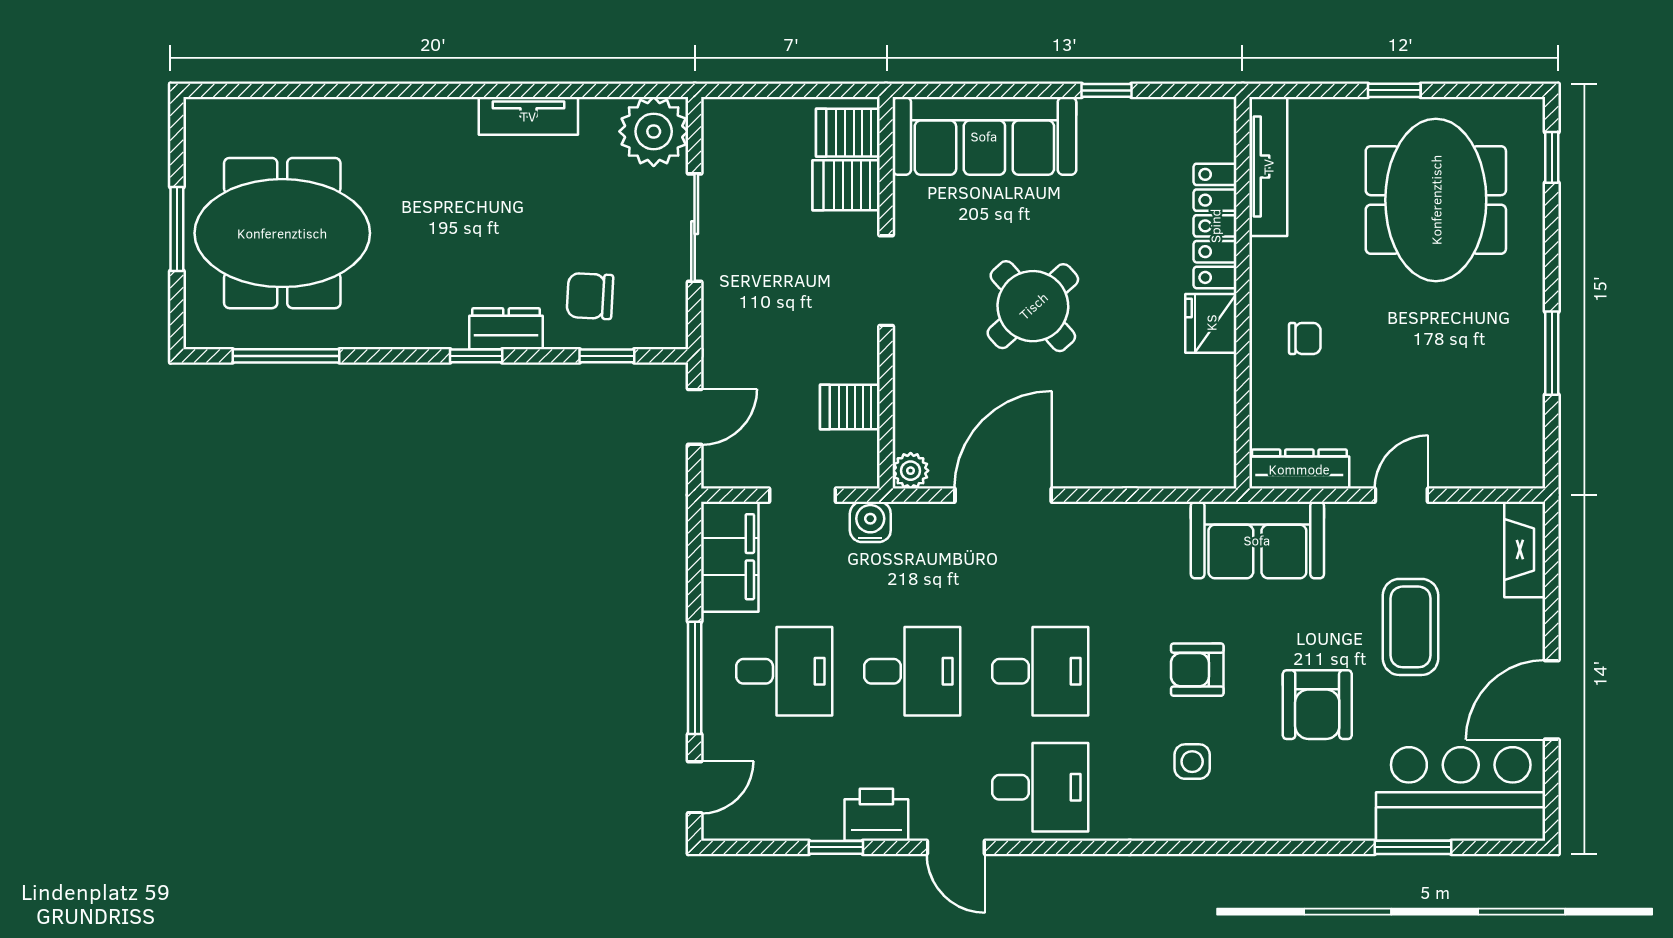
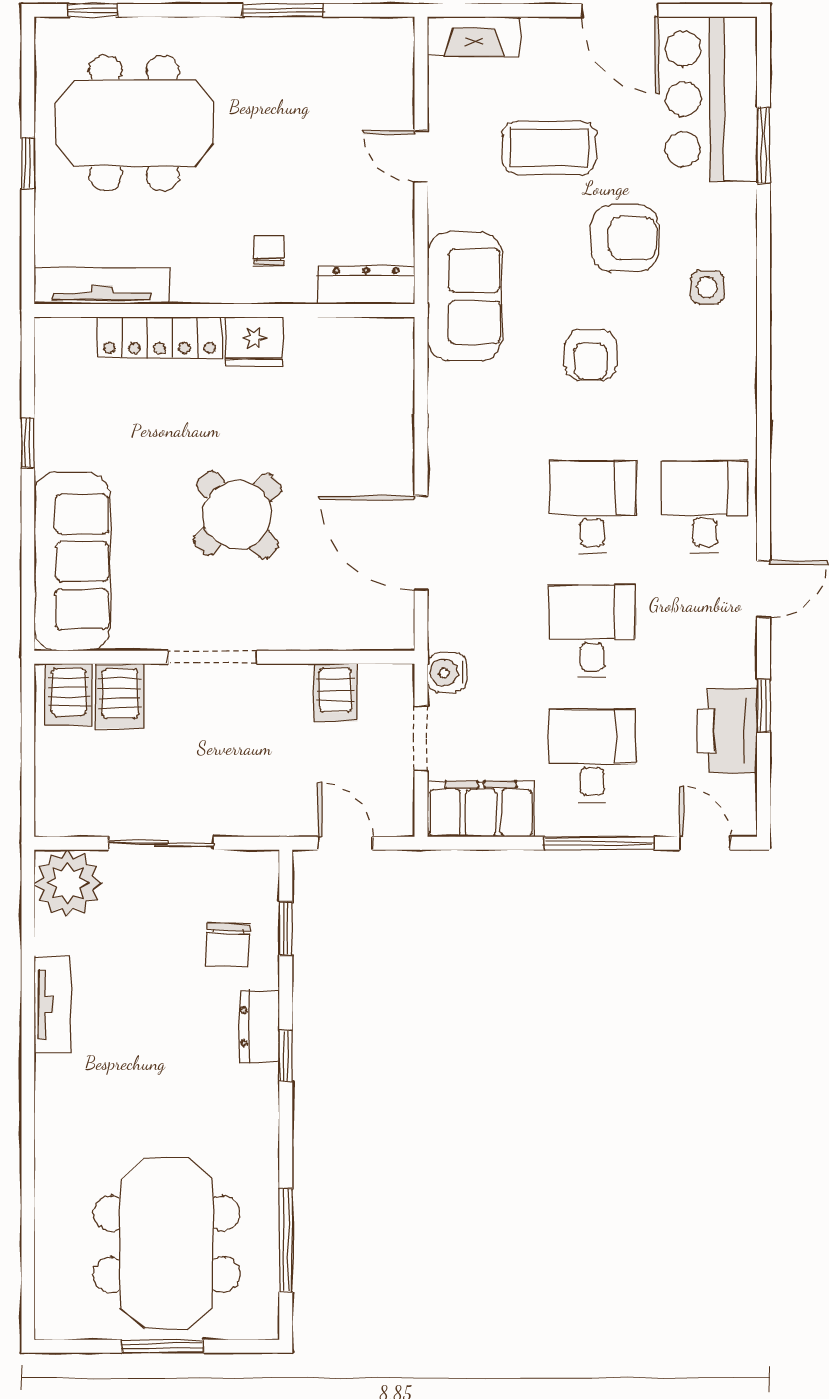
dresser: (1299, 469) -> (366, 285), moved, turned 90
plant: (911, 471) -> (397, 633), removed
side table: (1192, 762) -> (707, 287), moved
printer: (876, 815) -> (727, 731), moved, width x1.37, depth x1.19

